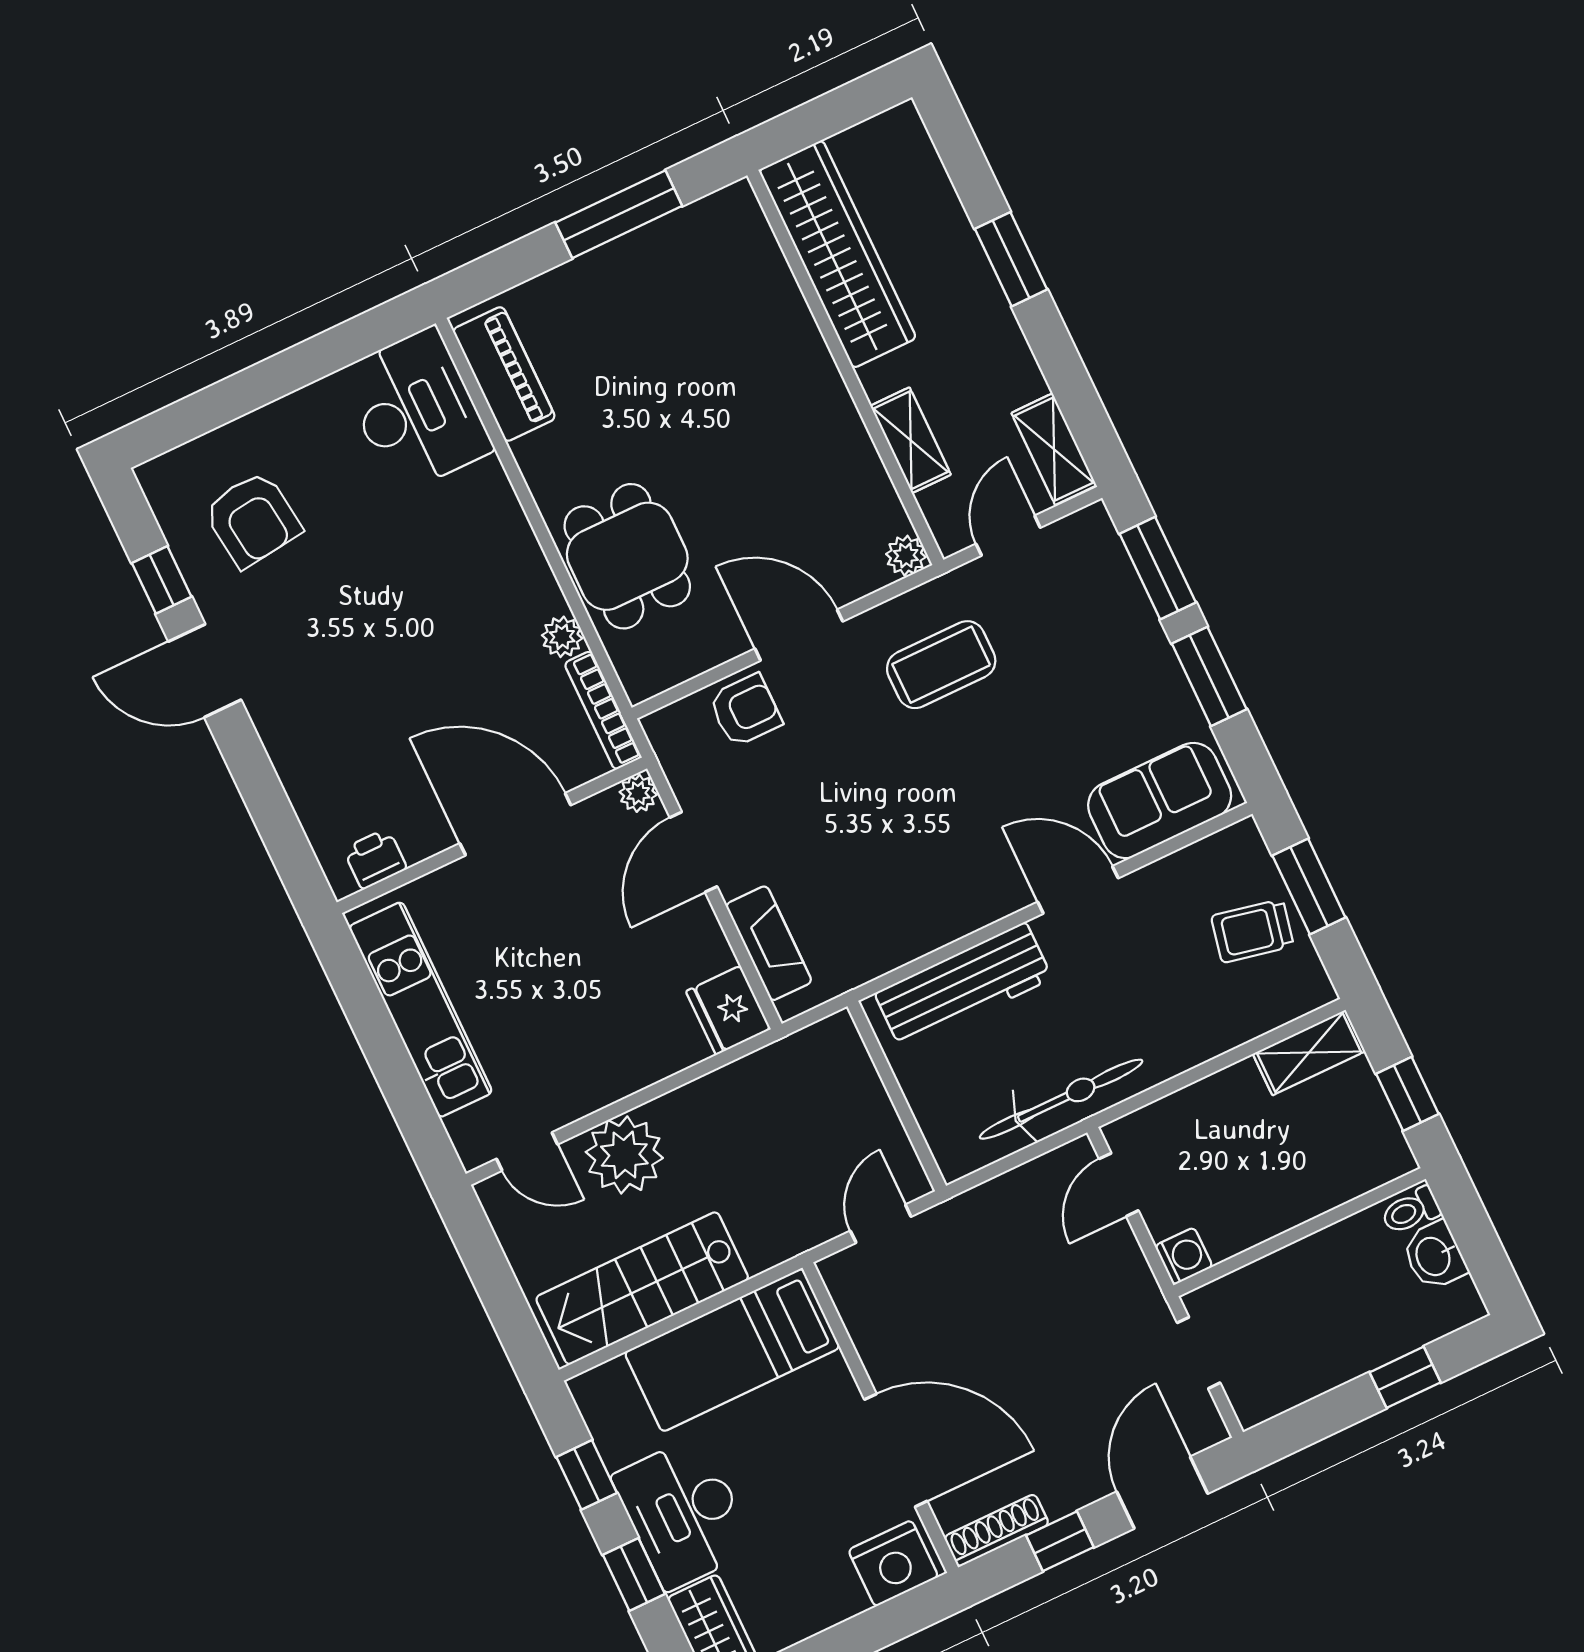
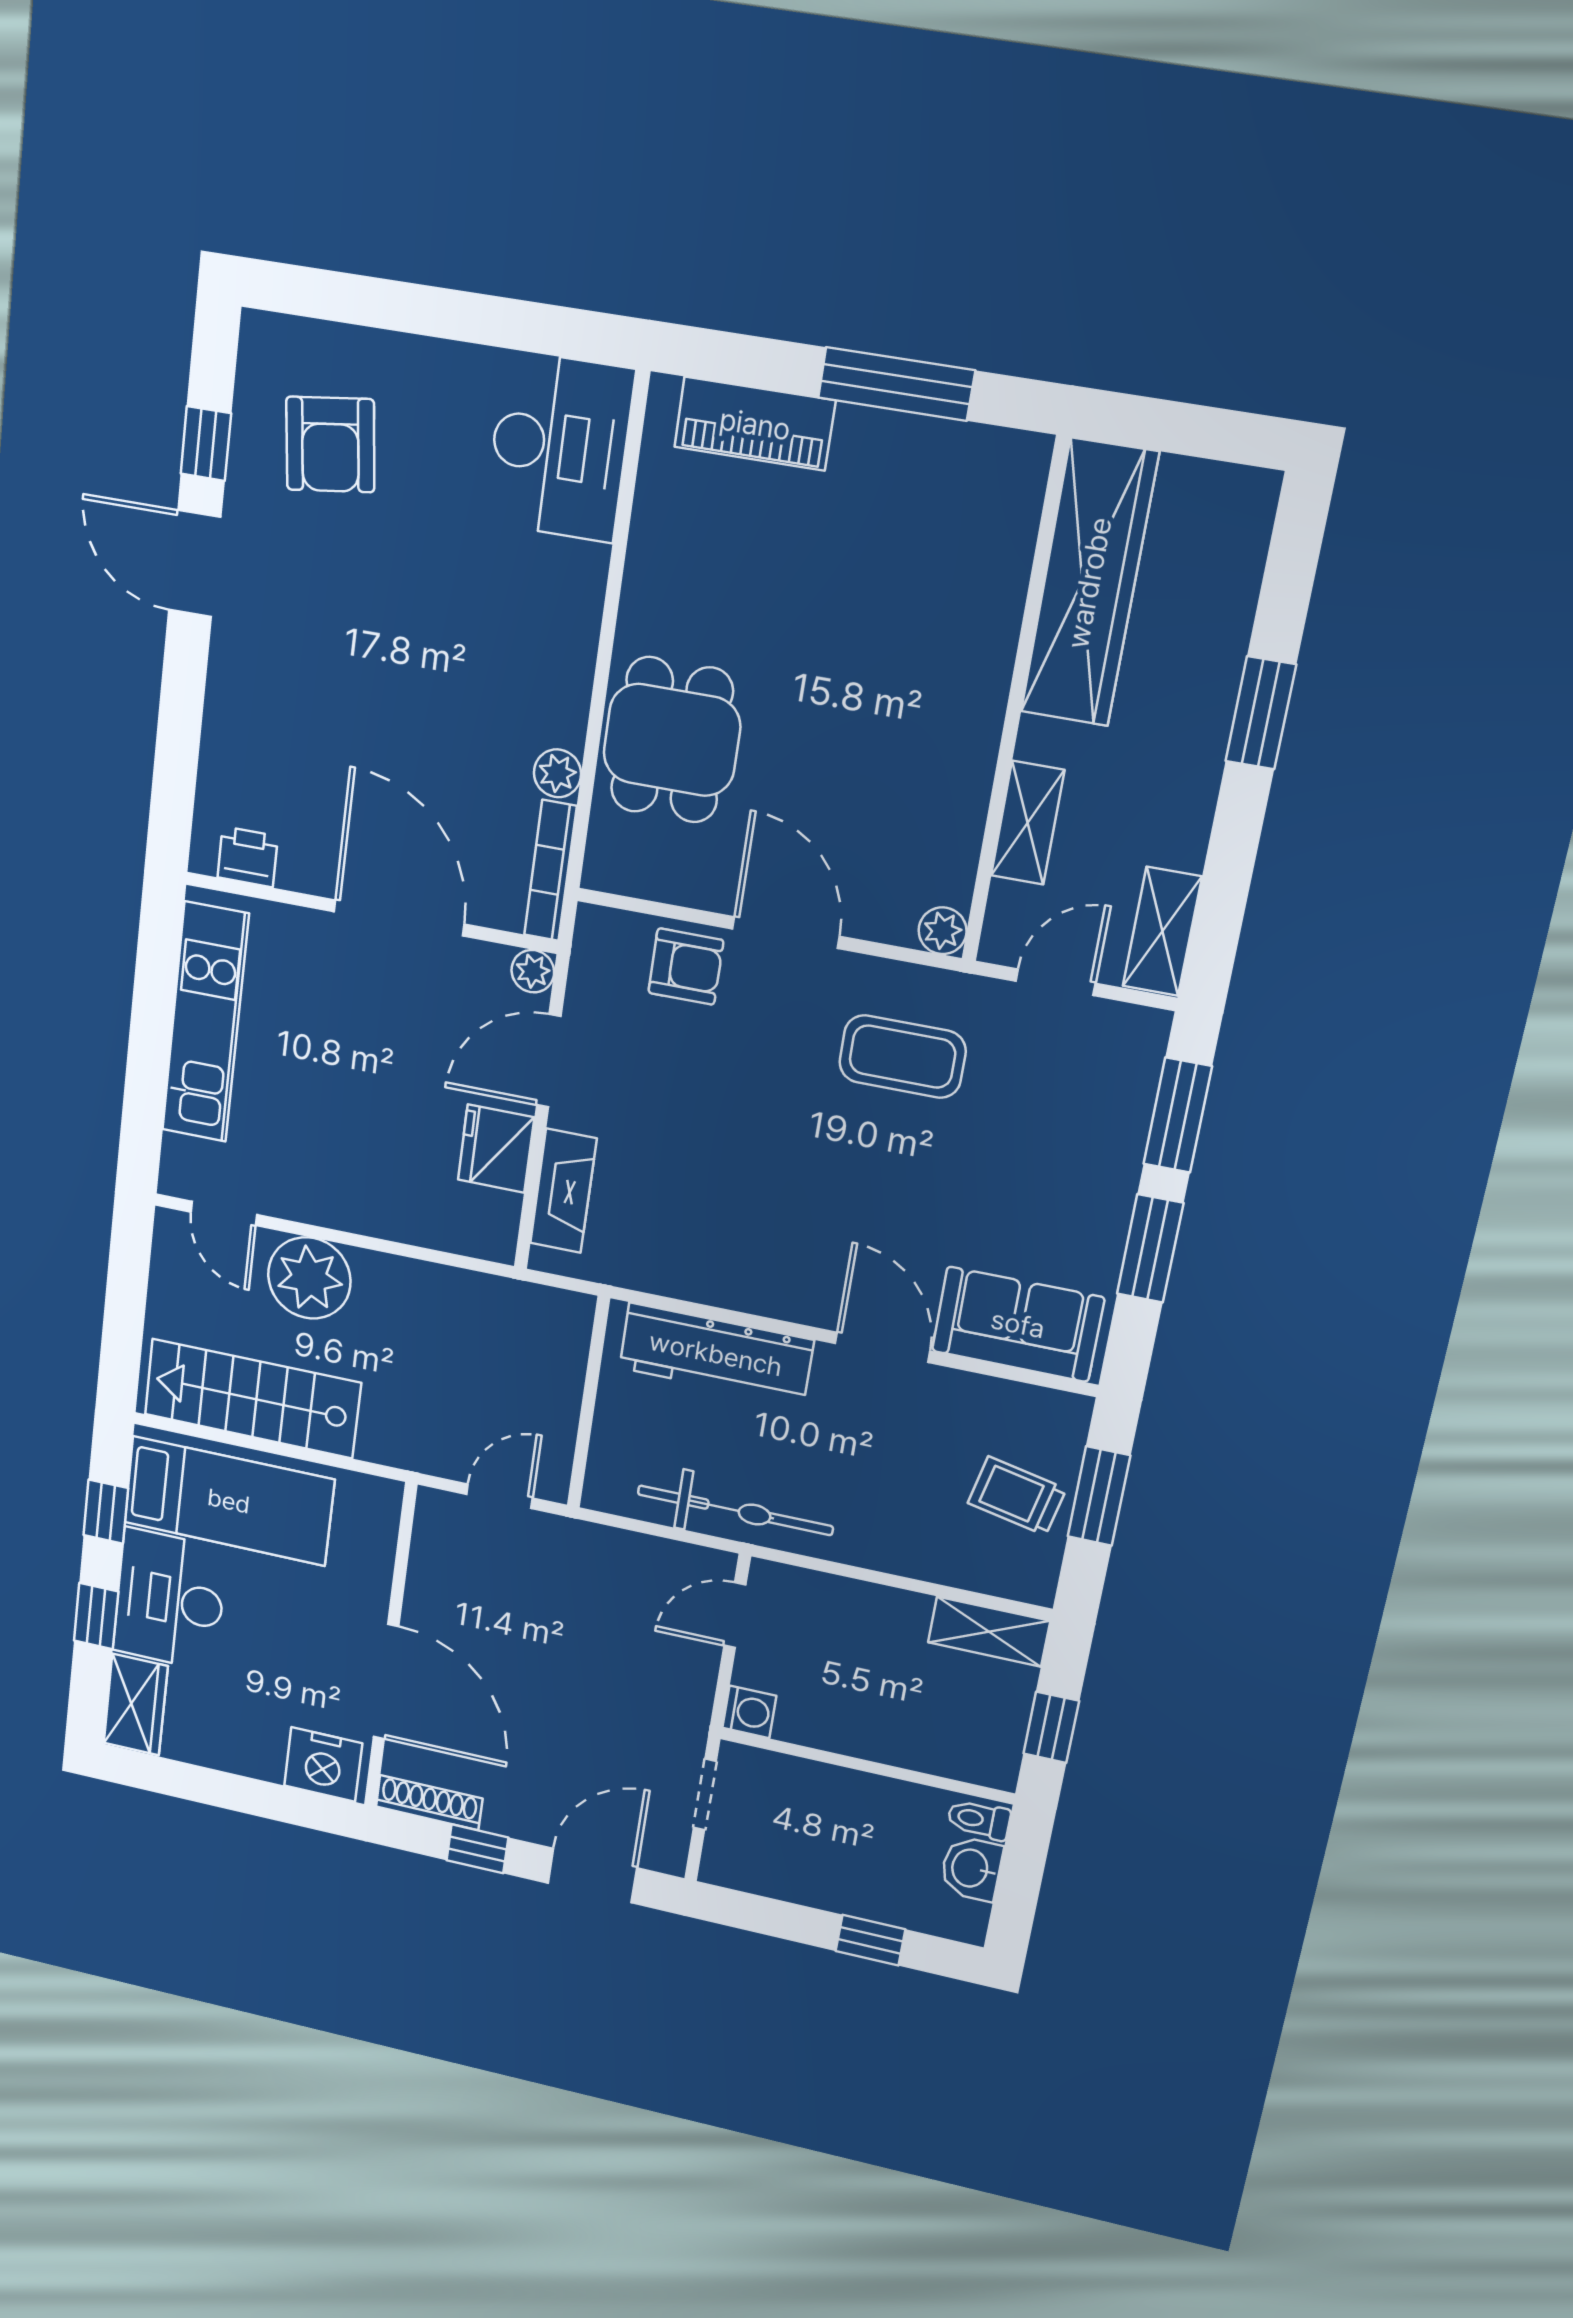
piano: (504, 374) -> (755, 424), moved, turned 90
fridge: (728, 1010) -> (496, 1149), moved
bed: (732, 1350) -> (229, 1501), moved, turned 180

